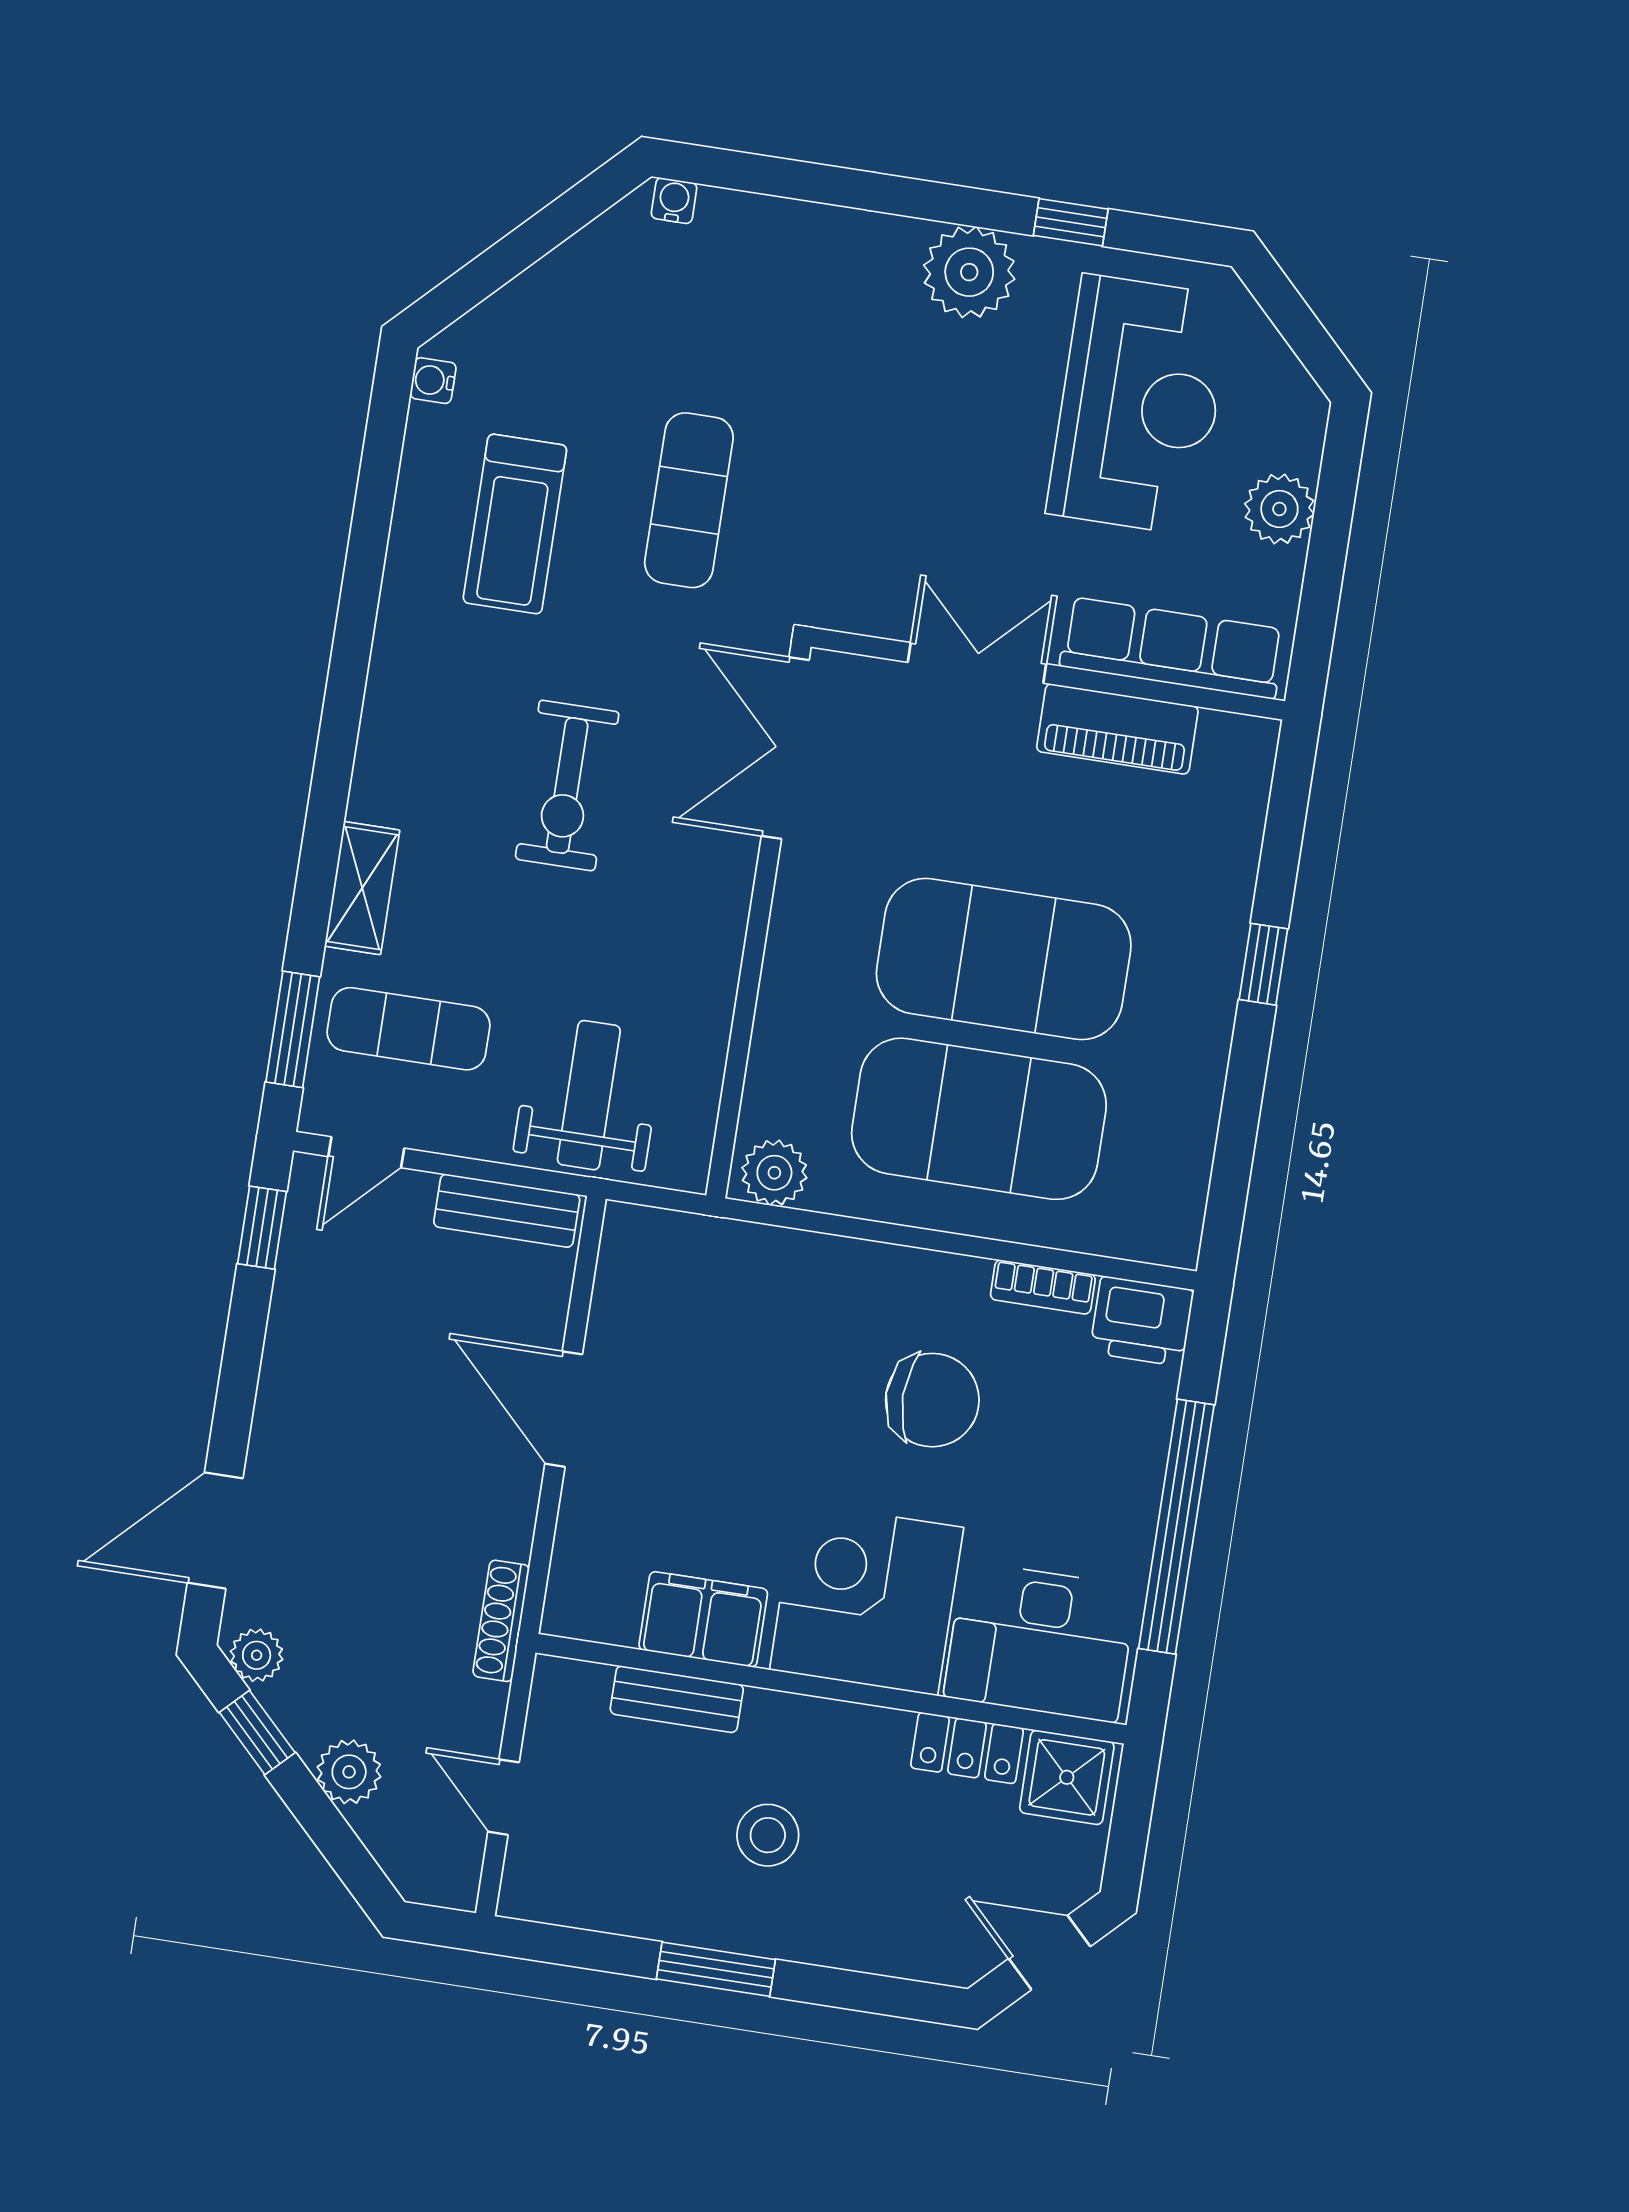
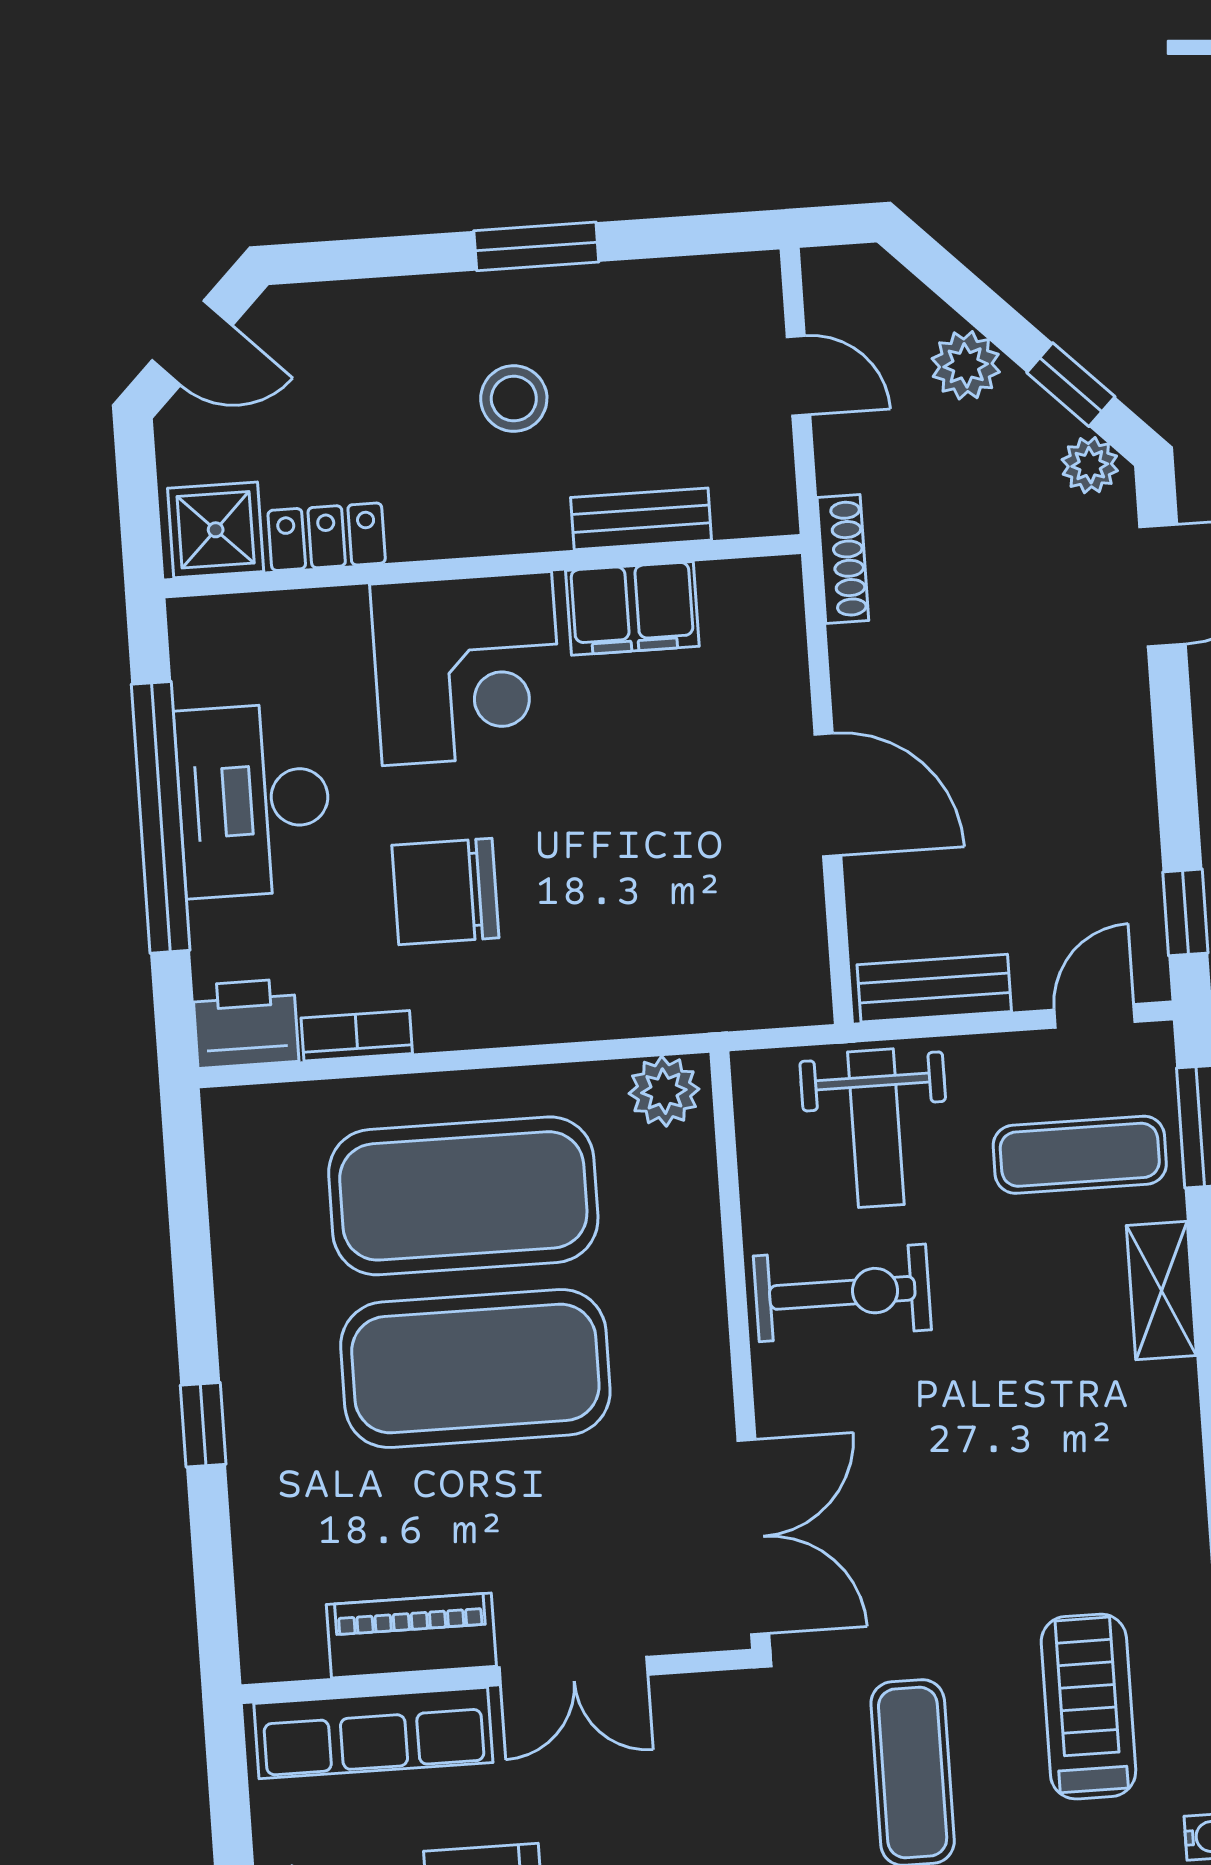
exercise bike: (567, 786) -> (842, 1293), moved, turned 90
desk: (1040, 1642) -> (254, 800), moved, turned -90

